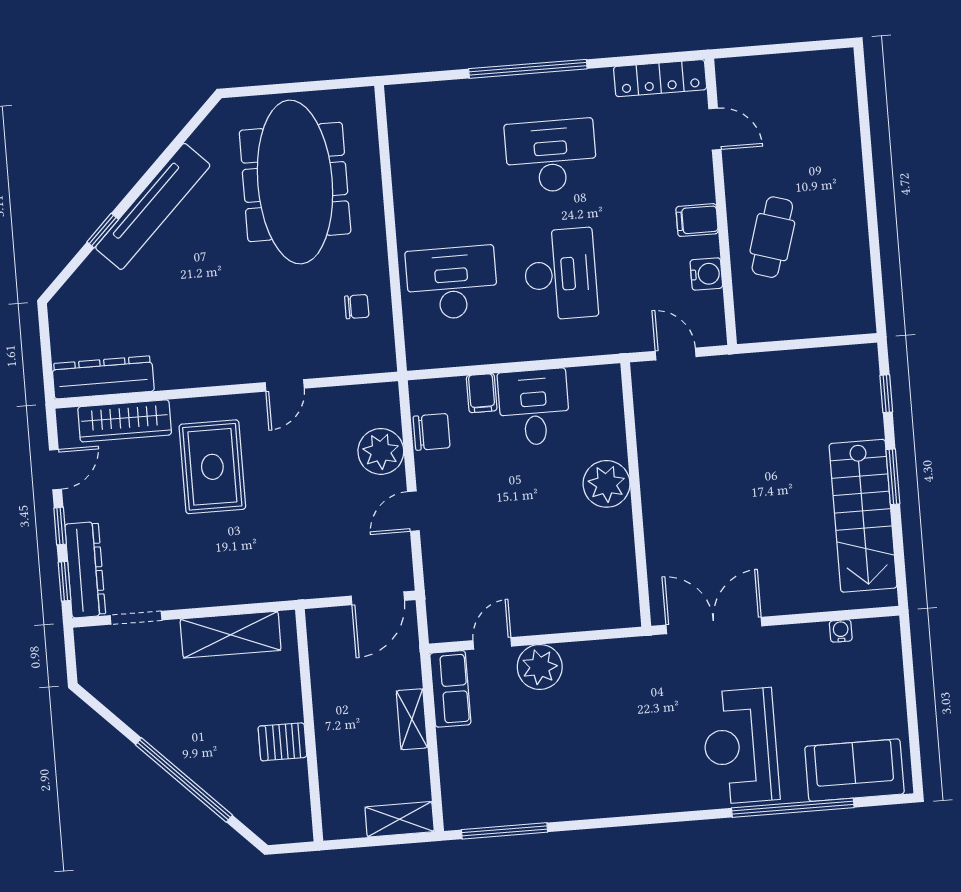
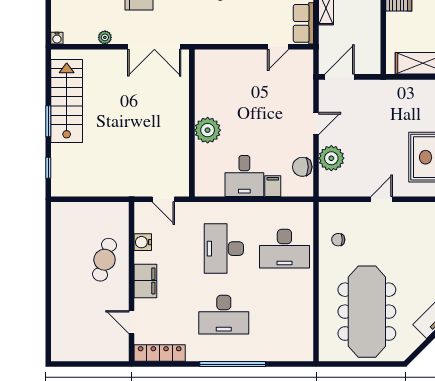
filing cabinet: (697, 220) -> (145, 281), width x2.00
water cooler: (841, 631) -> (57, 38), moved
plant: (540, 667) -> (105, 37), moved, width x0.53, depth x0.53

